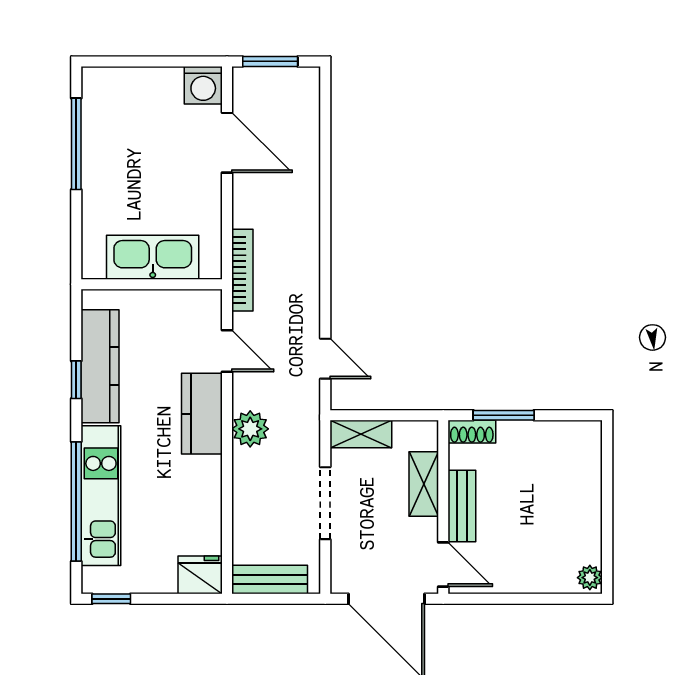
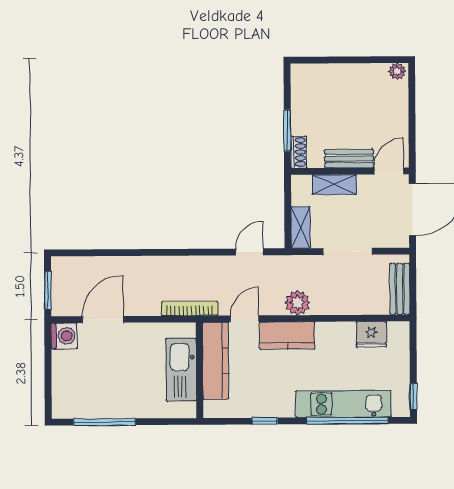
kitchen counter: (100, 366) -> (216, 361), moved, turned 90
fridge: (200, 575) -> (371, 334), moved, turned -90

